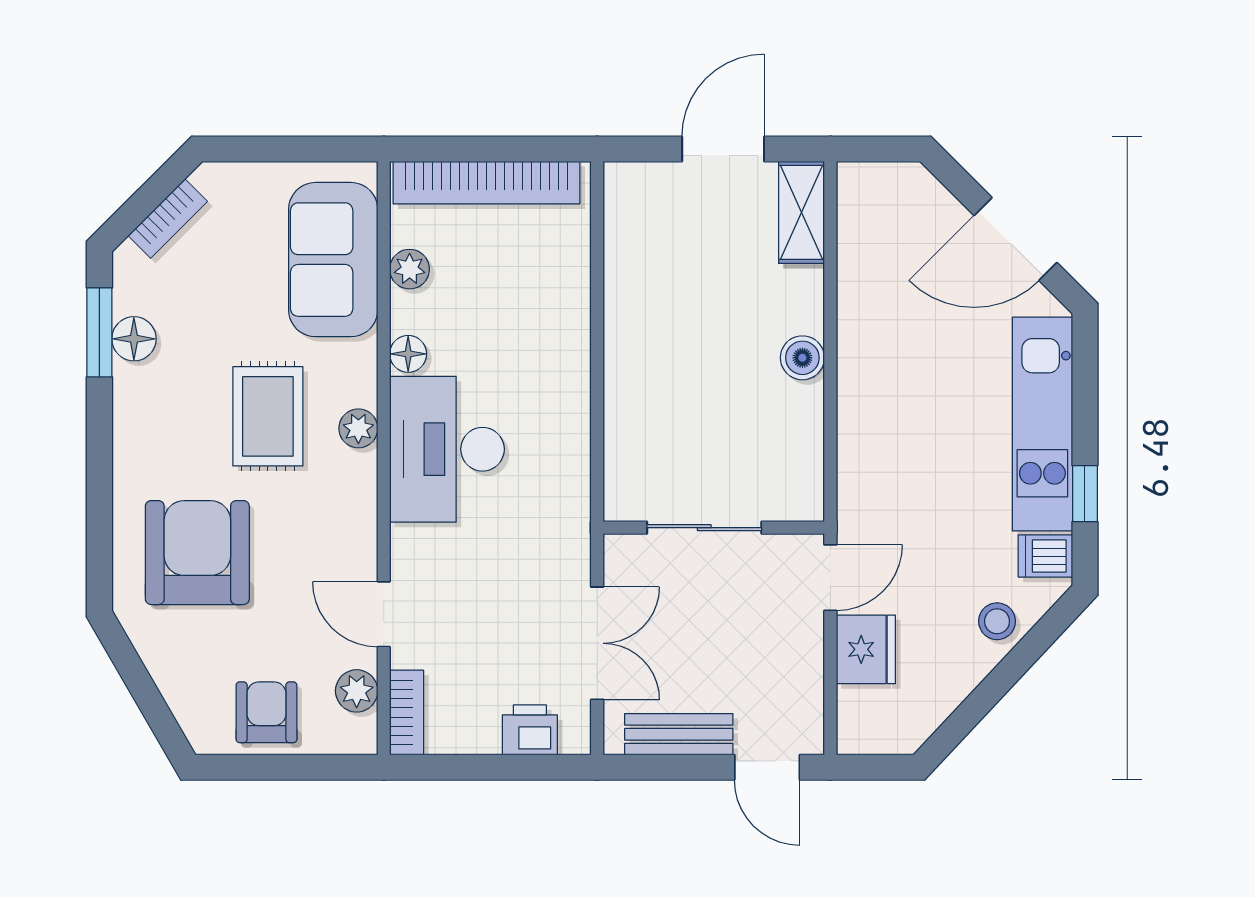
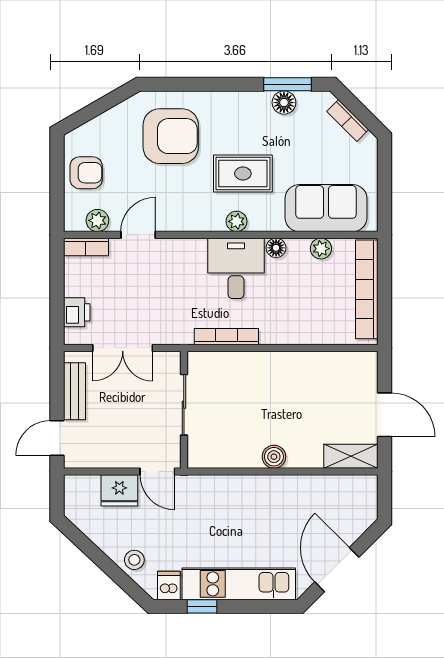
bookcase: (576, 447) -> (226, 337), added
desk: (447, 449) -> (236, 268), width x0.73

